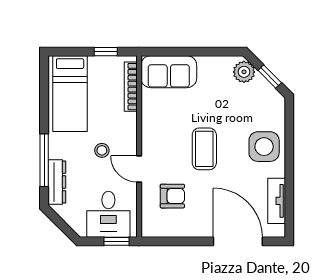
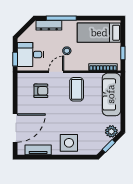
sofa: (169, 72) -> (111, 94), width x1.36
coffee table: (204, 149) -> (77, 89), moved, turned 90
armchair: (172, 196) -> (41, 91), turned -90

